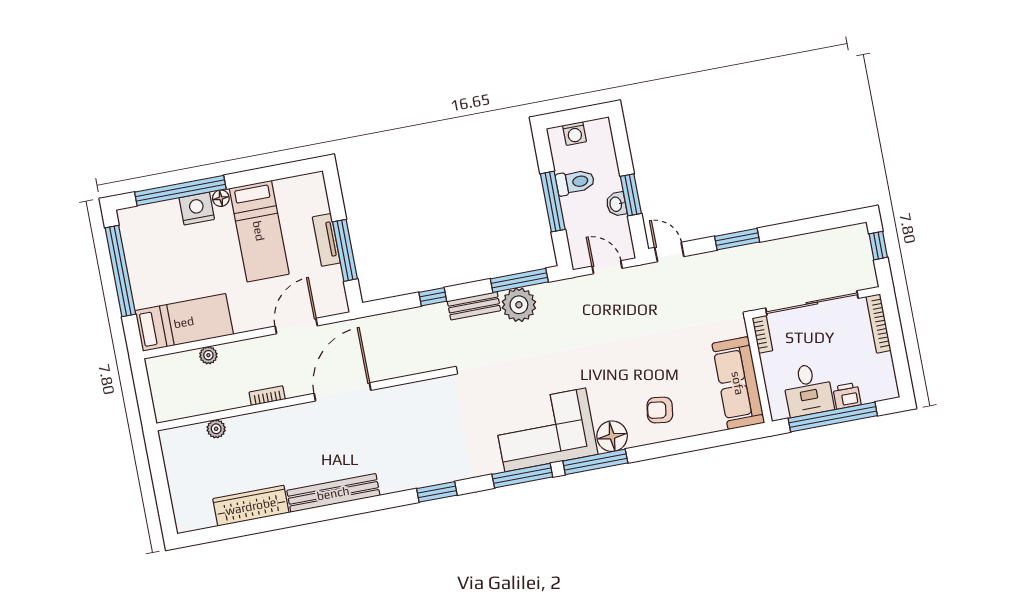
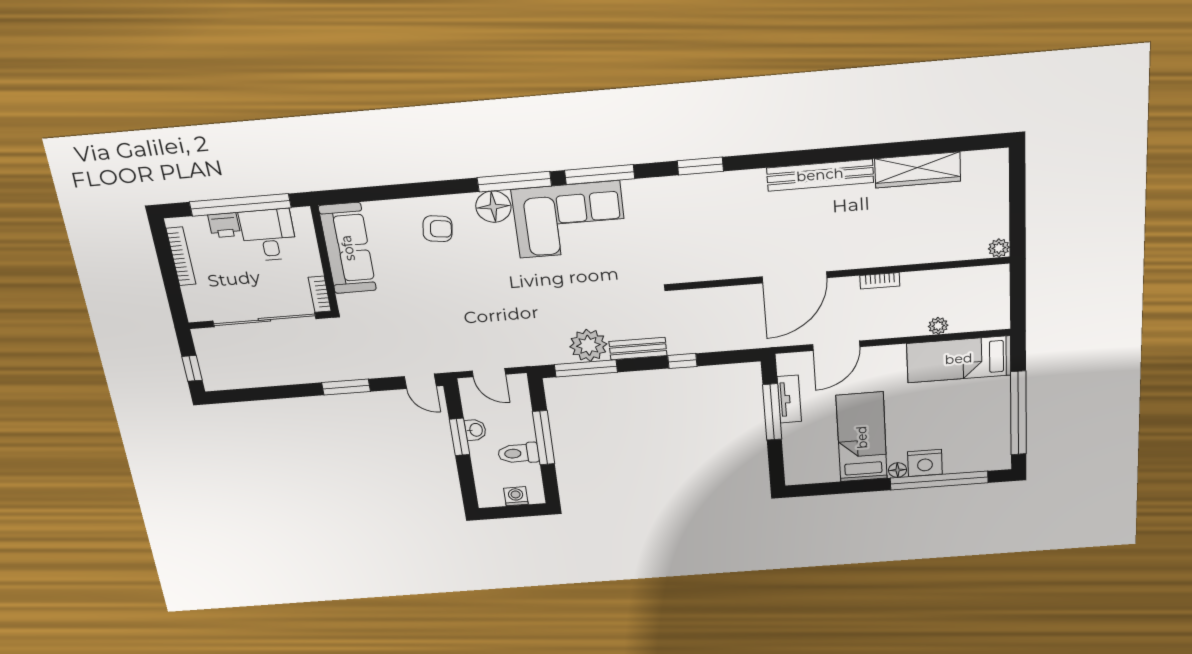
tv unit: (326, 240) -> (789, 399), moved
bookcase: (878, 323) -> (181, 256), moved
plant: (216, 429) -> (999, 248), moved

